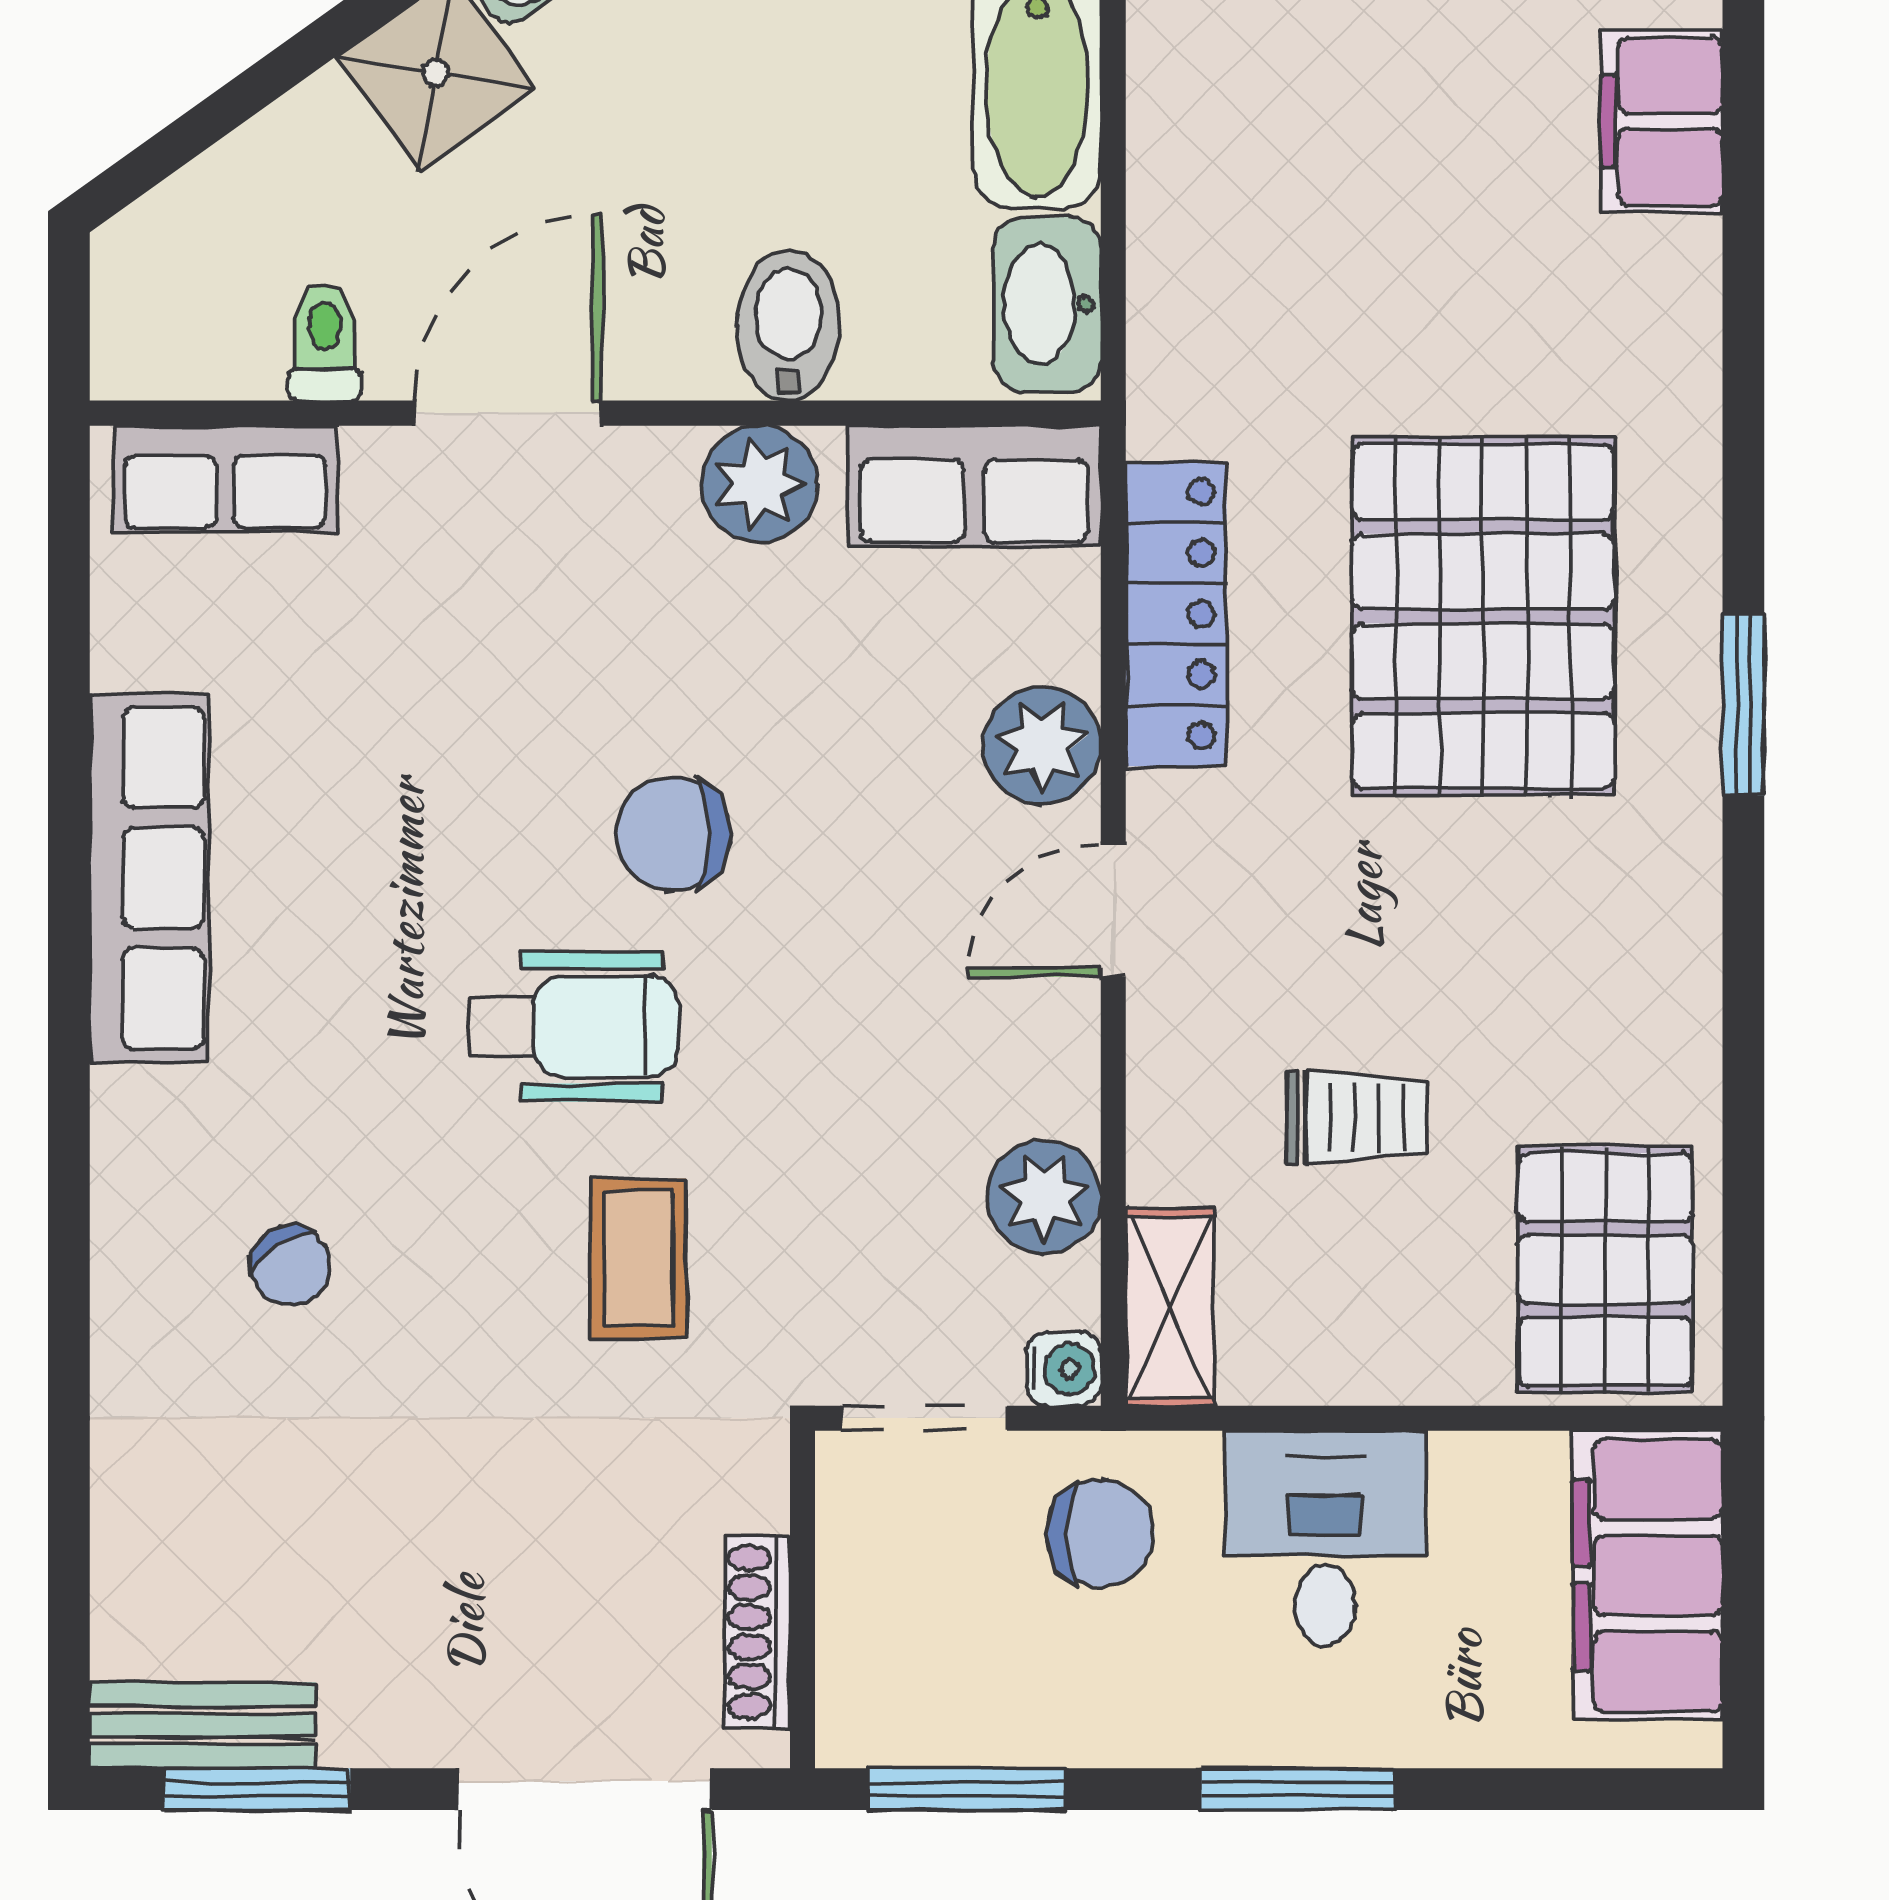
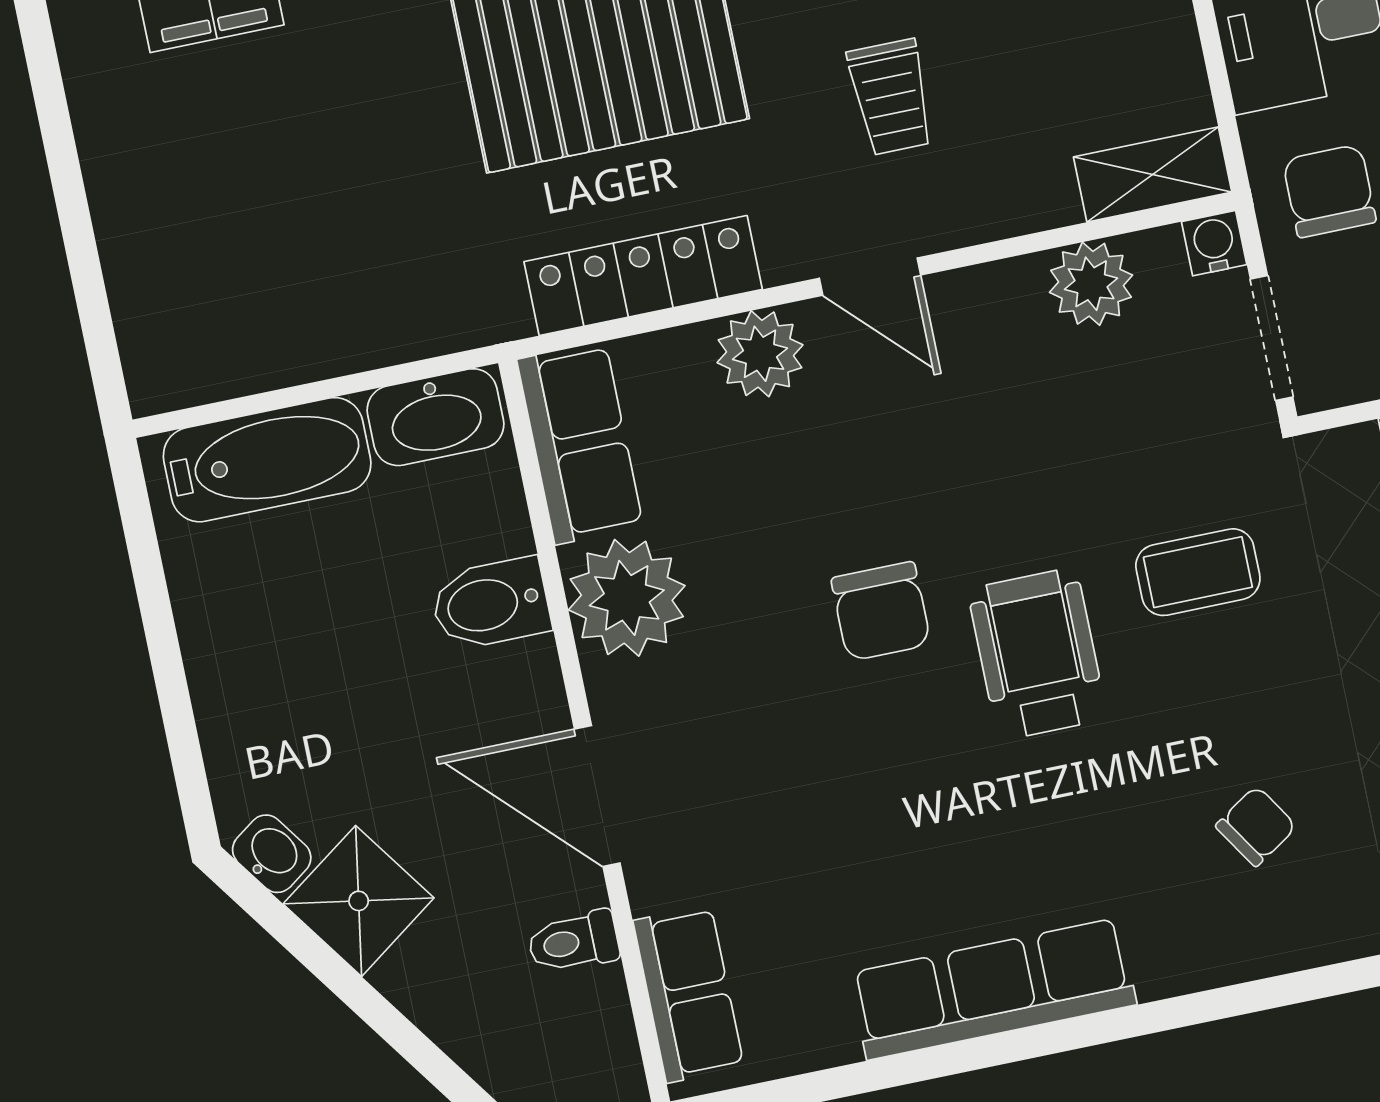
plant: (759, 484) -> (627, 598), width x1.36, depth x1.36
trolley: (1357, 1117) -> (891, 97), moved, turned 180

